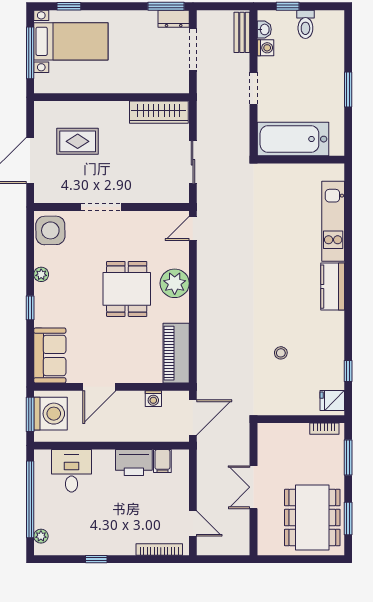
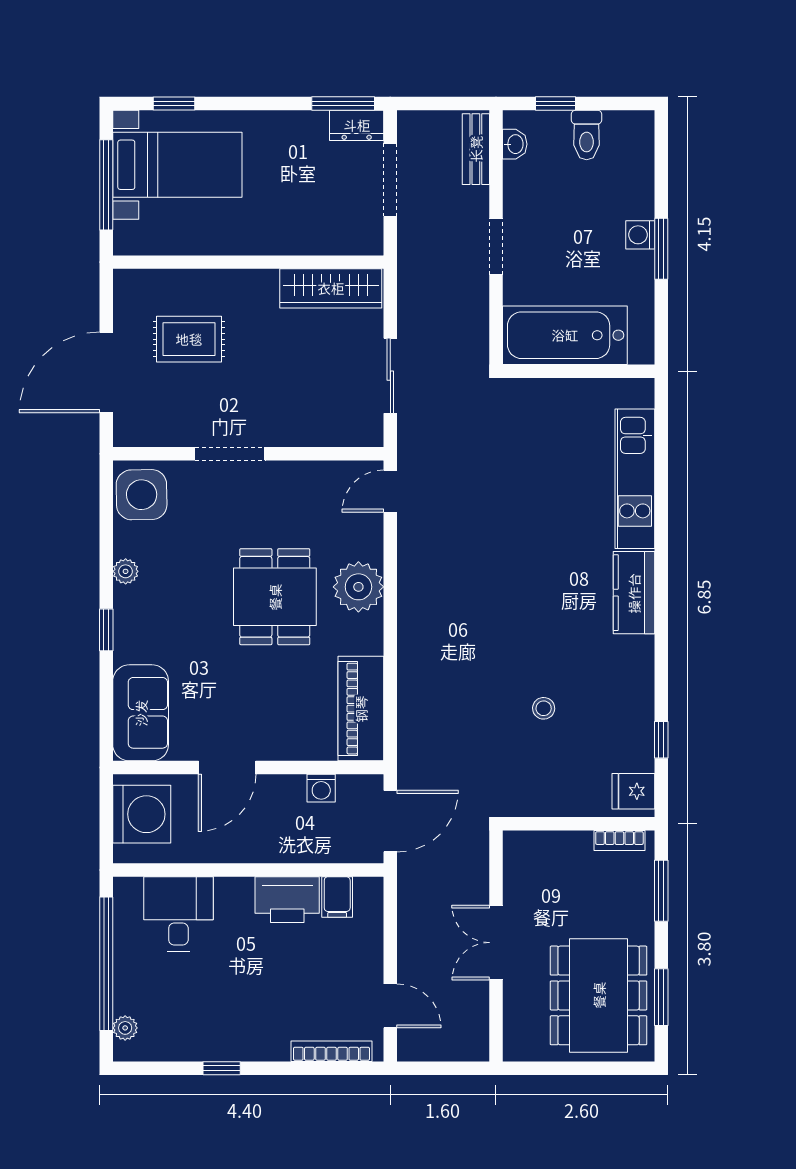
washing machine: (265, 48) -> (640, 235), moved, turned 180
window: (30, 414) -> (106, 815), removed

